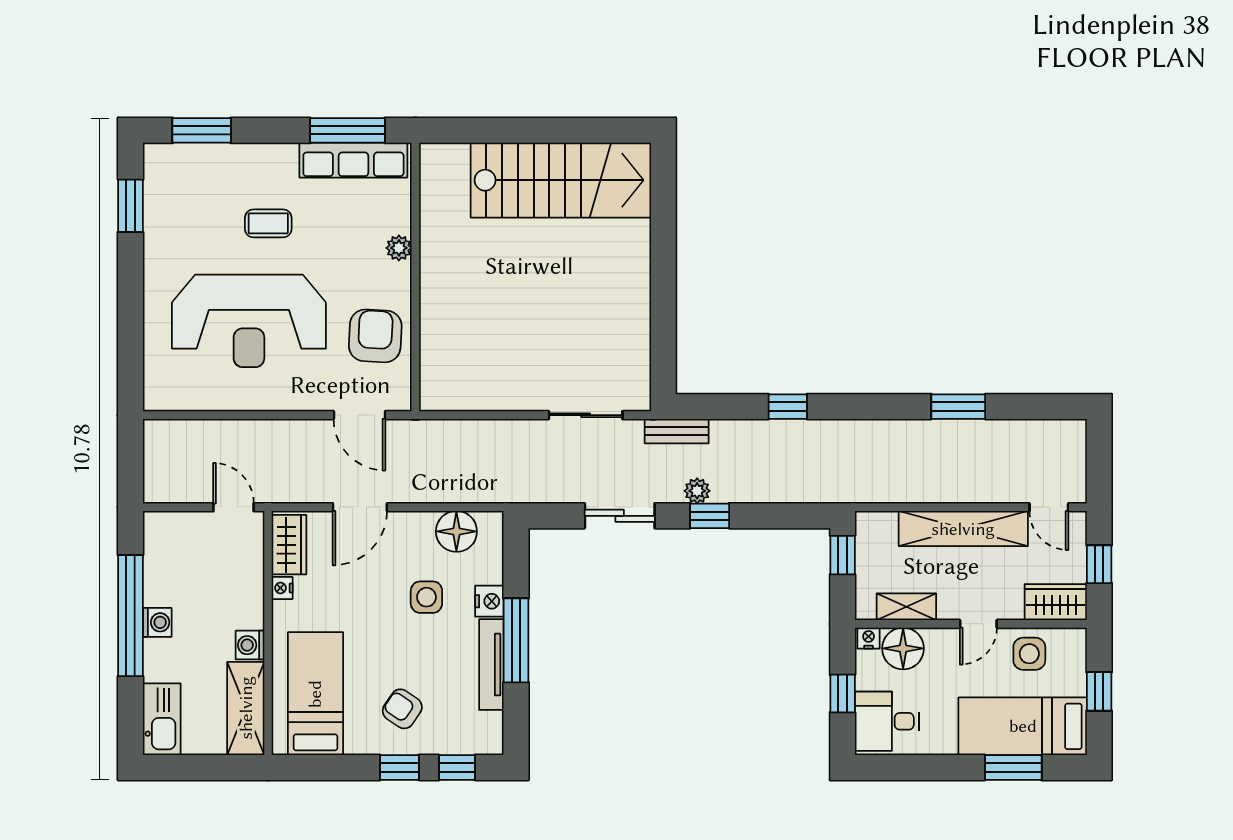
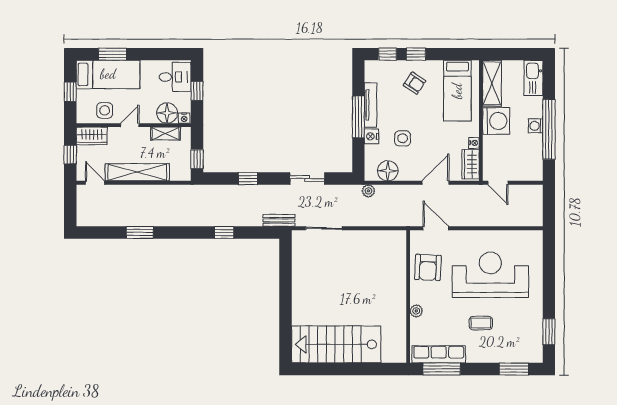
plant: (697, 491) -> (368, 191), moved
window: (710, 516) -> (248, 179), moved
washing machine: (250, 645) -> (496, 121), width x1.89, depth x1.89

